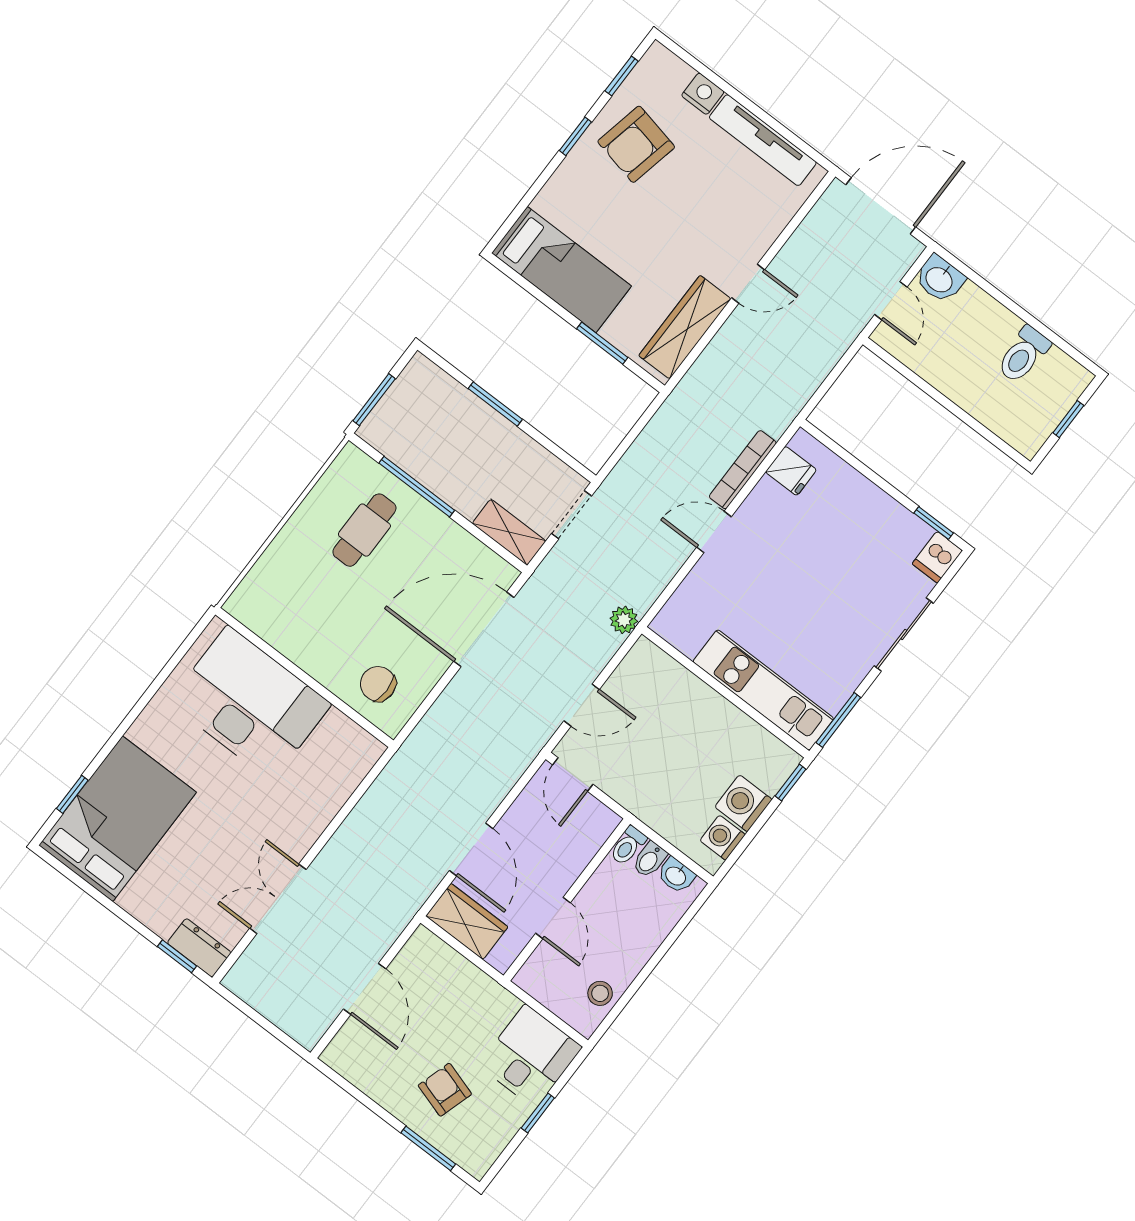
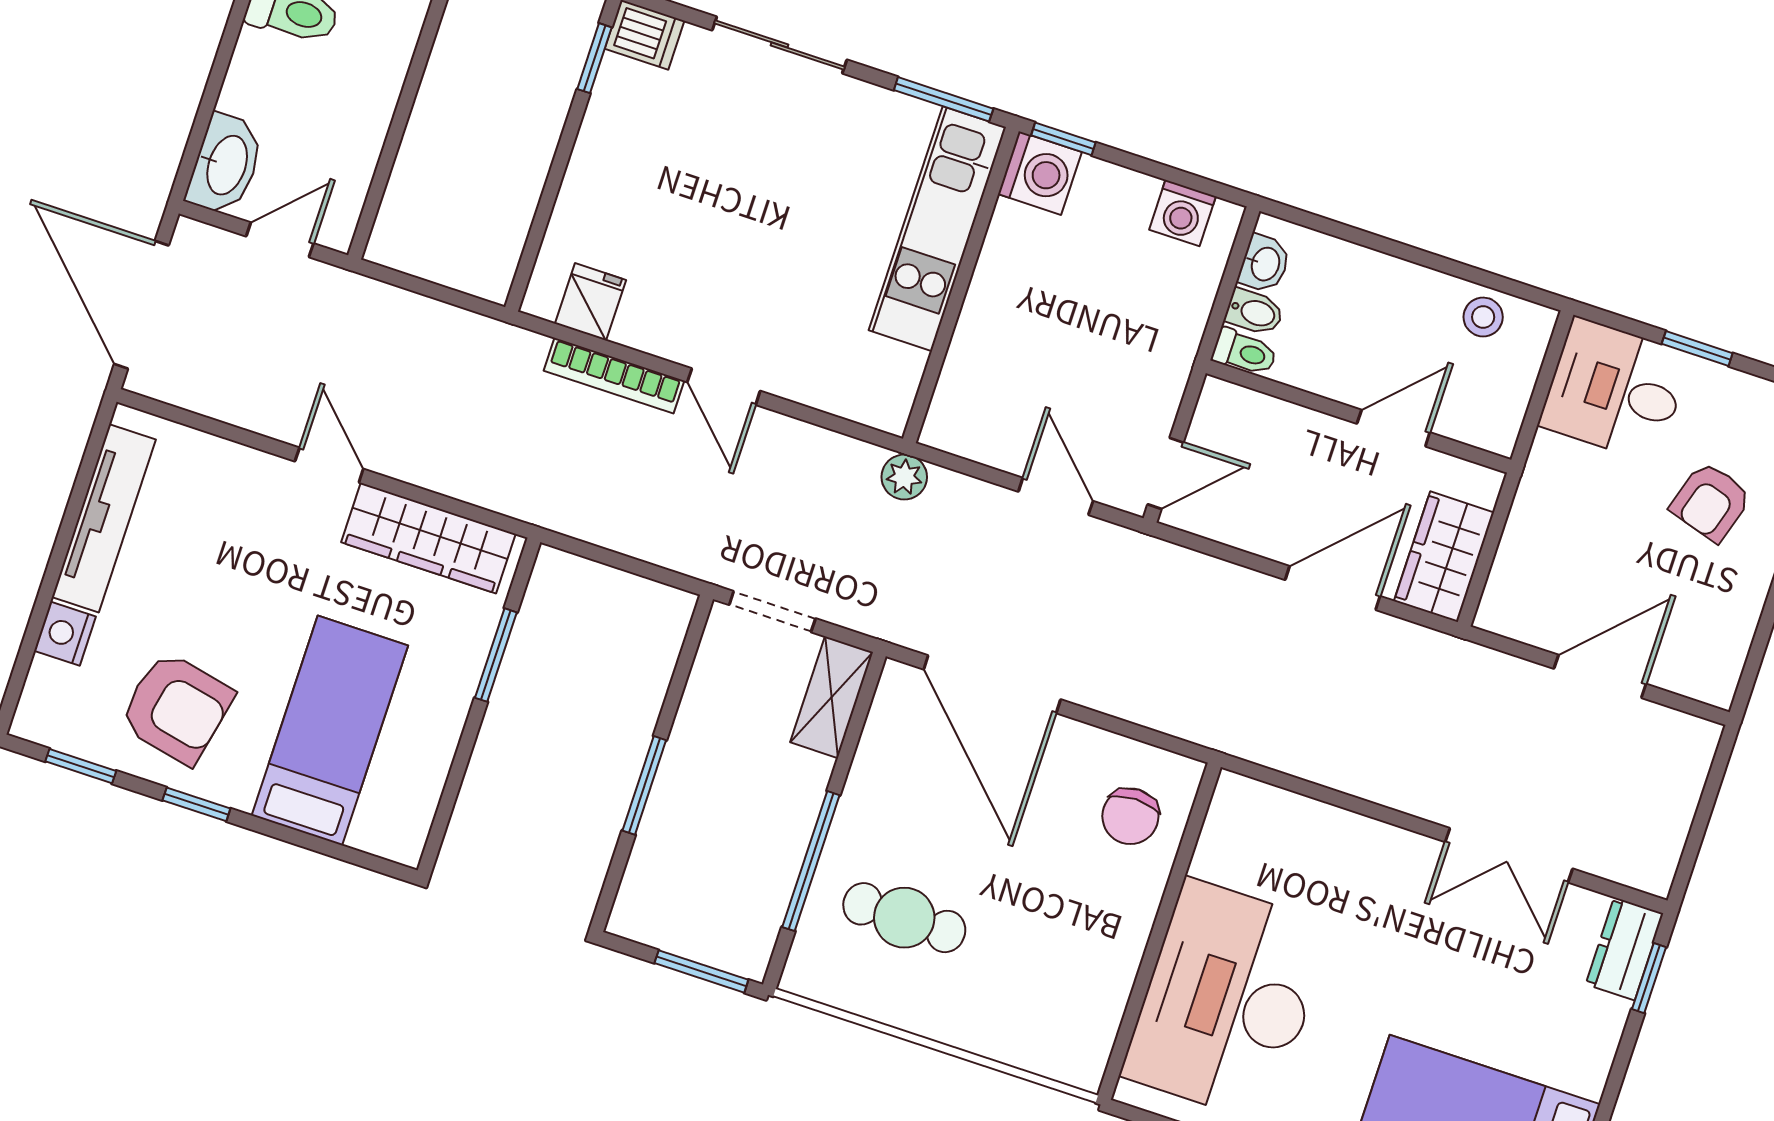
bed: (562, 270) -> (330, 730), moved
washbasin: (940, 279) -> (225, 165), width x1.38
washing machine: (743, 803) -> (1040, 173), moved, turned -90

